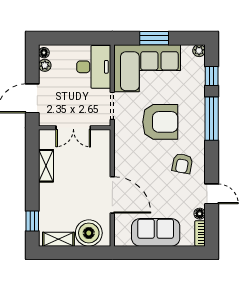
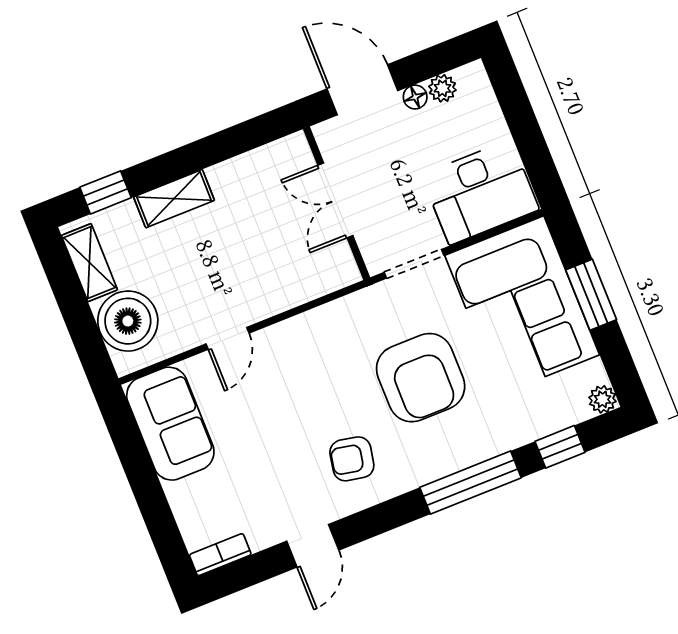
floor lamp: (44, 53) -> (415, 97), moved
shelving: (46, 166) -> (174, 199), moved
door: (112, 195) -> (227, 338), width x0.53
floor lamp: (200, 214) -> (261, 537), removed
sofa: (156, 232) -> (170, 424), moved

